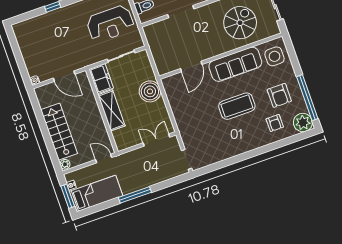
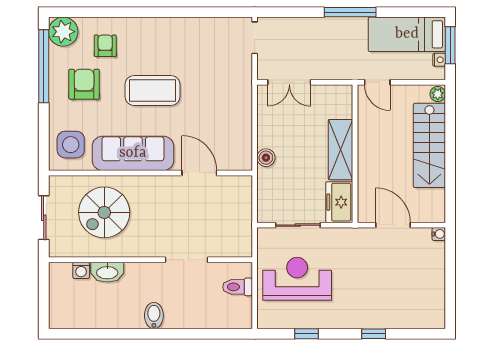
door: (191, 67) -> (199, 173), hinge flipped
boiler: (150, 91) -> (266, 158), width x0.54, depth x0.54

